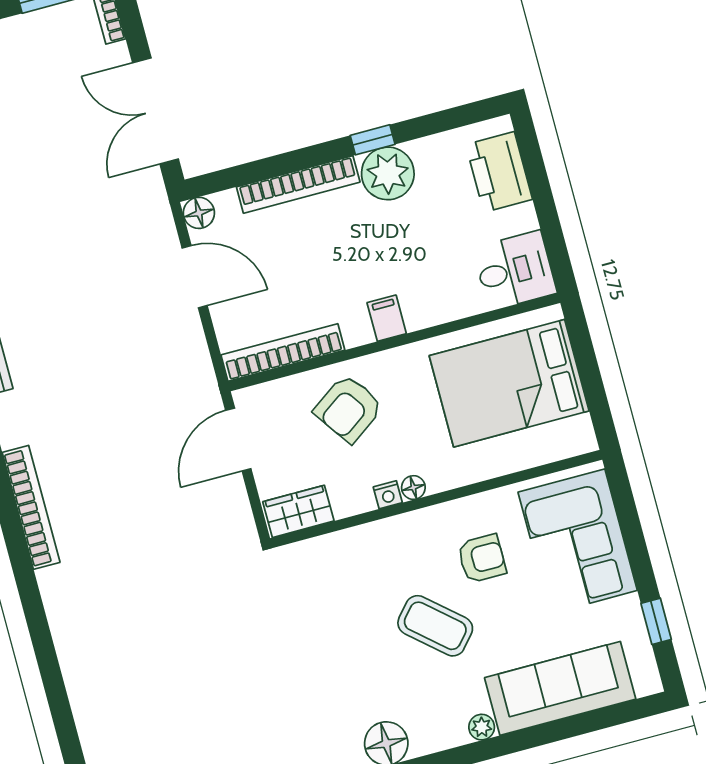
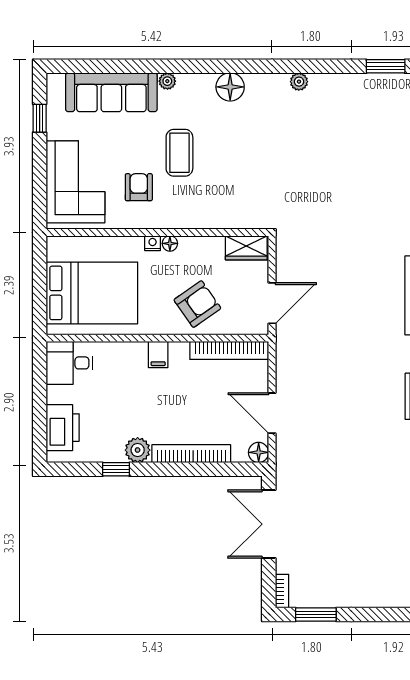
double door: (155, 111) -> (269, 524), swing flipped
window: (373, 140) -> (116, 469), moved
plant: (388, 173) -> (138, 450), width x0.73, depth x0.73
nightstand: (388, 495) -> (153, 243), moved
armchair: (482, 559) -> (139, 187), turned 90
coffee table: (435, 626) -> (179, 153), turned 49

